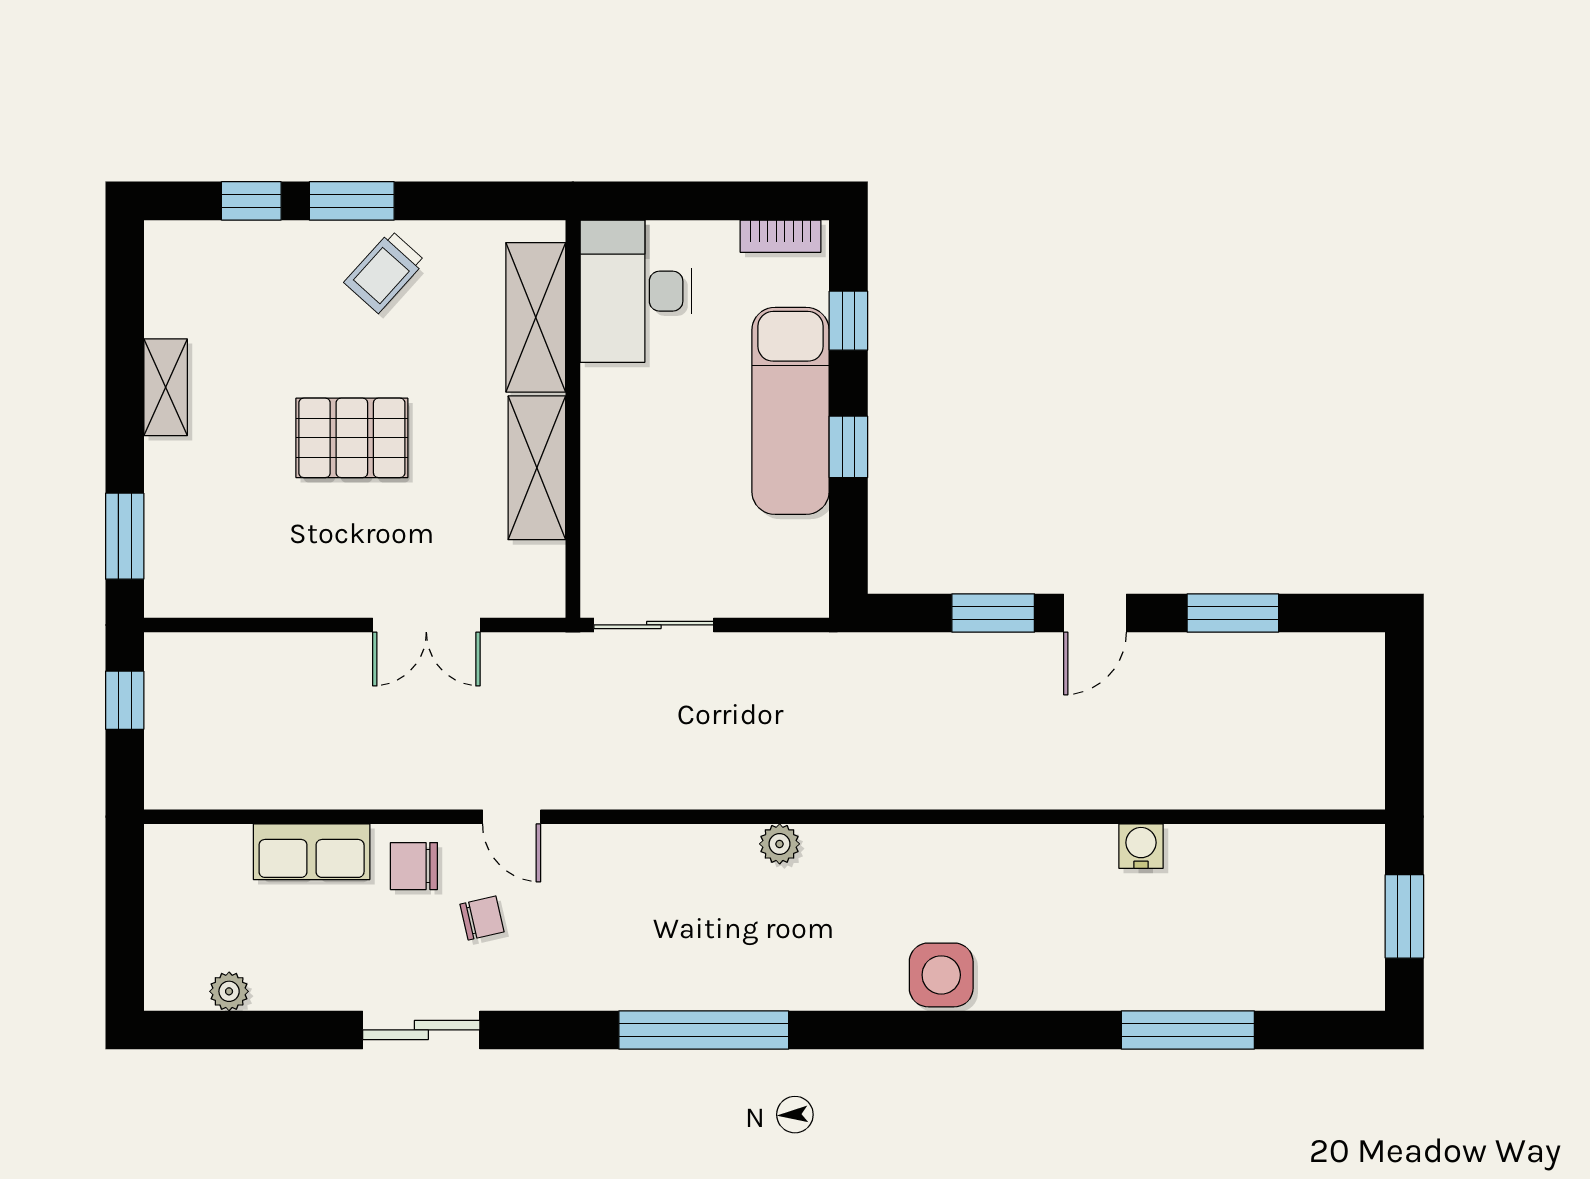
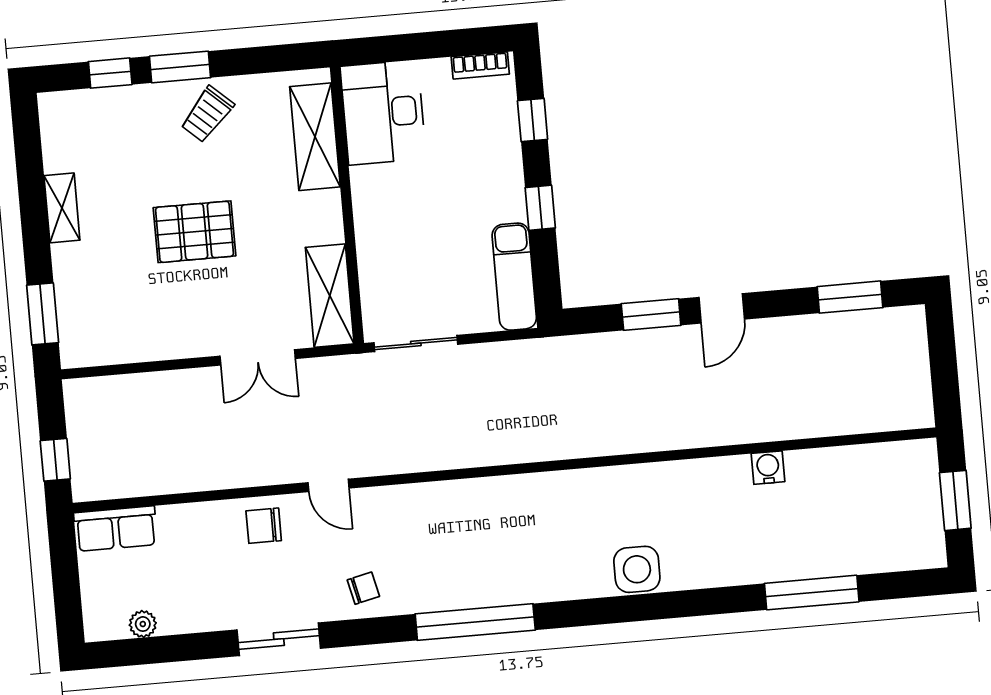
exam couch: (791, 411) -> (514, 277), moved, width x0.73, depth x0.69
shelving: (537, 468) -> (330, 296), moved
window: (1233, 613) -> (850, 297), moved
window: (125, 700) -> (55, 460), moved
plant: (780, 844) -> (517, 488), removed
row of seats: (312, 852) -> (116, 529), moved
chair: (482, 918) -> (363, 588), moved

